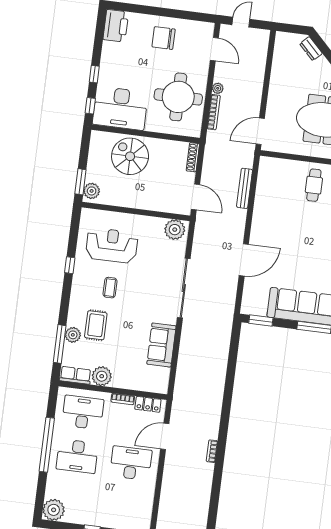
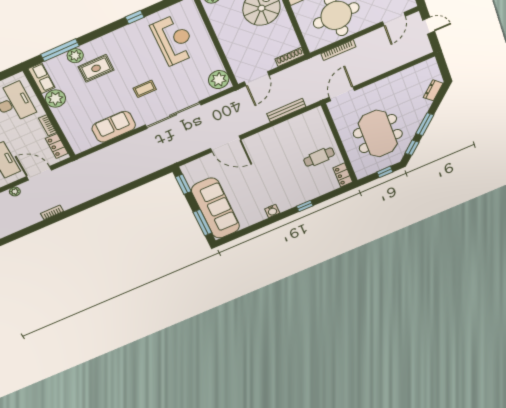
plant: (218, 88) -> (15, 192), moved
door: (260, 131) -> (342, 94), hinge flipped
coffee table: (110, 288) -> (145, 89), moved

